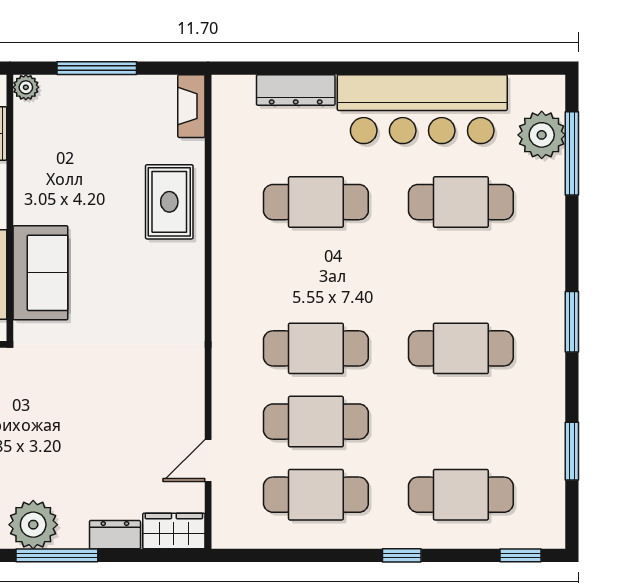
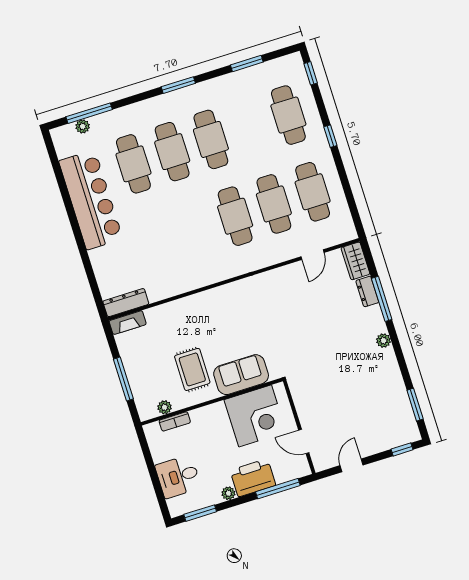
plant: (26, 87) -> (165, 407), moved
dresser: (296, 90) -> (126, 303), moved, turned -90
plant: (542, 135) -> (83, 126), width x0.53, depth x0.53
rug: (169, 202) -> (192, 369), moved, turned 90
cafe table: (316, 202) -> (172, 152), moved
door: (208, 460) -> (312, 255), hinge flipped
plant: (33, 525) -> (384, 341), width x0.53, depth x0.53
window: (57, 555) -> (382, 299), moved

